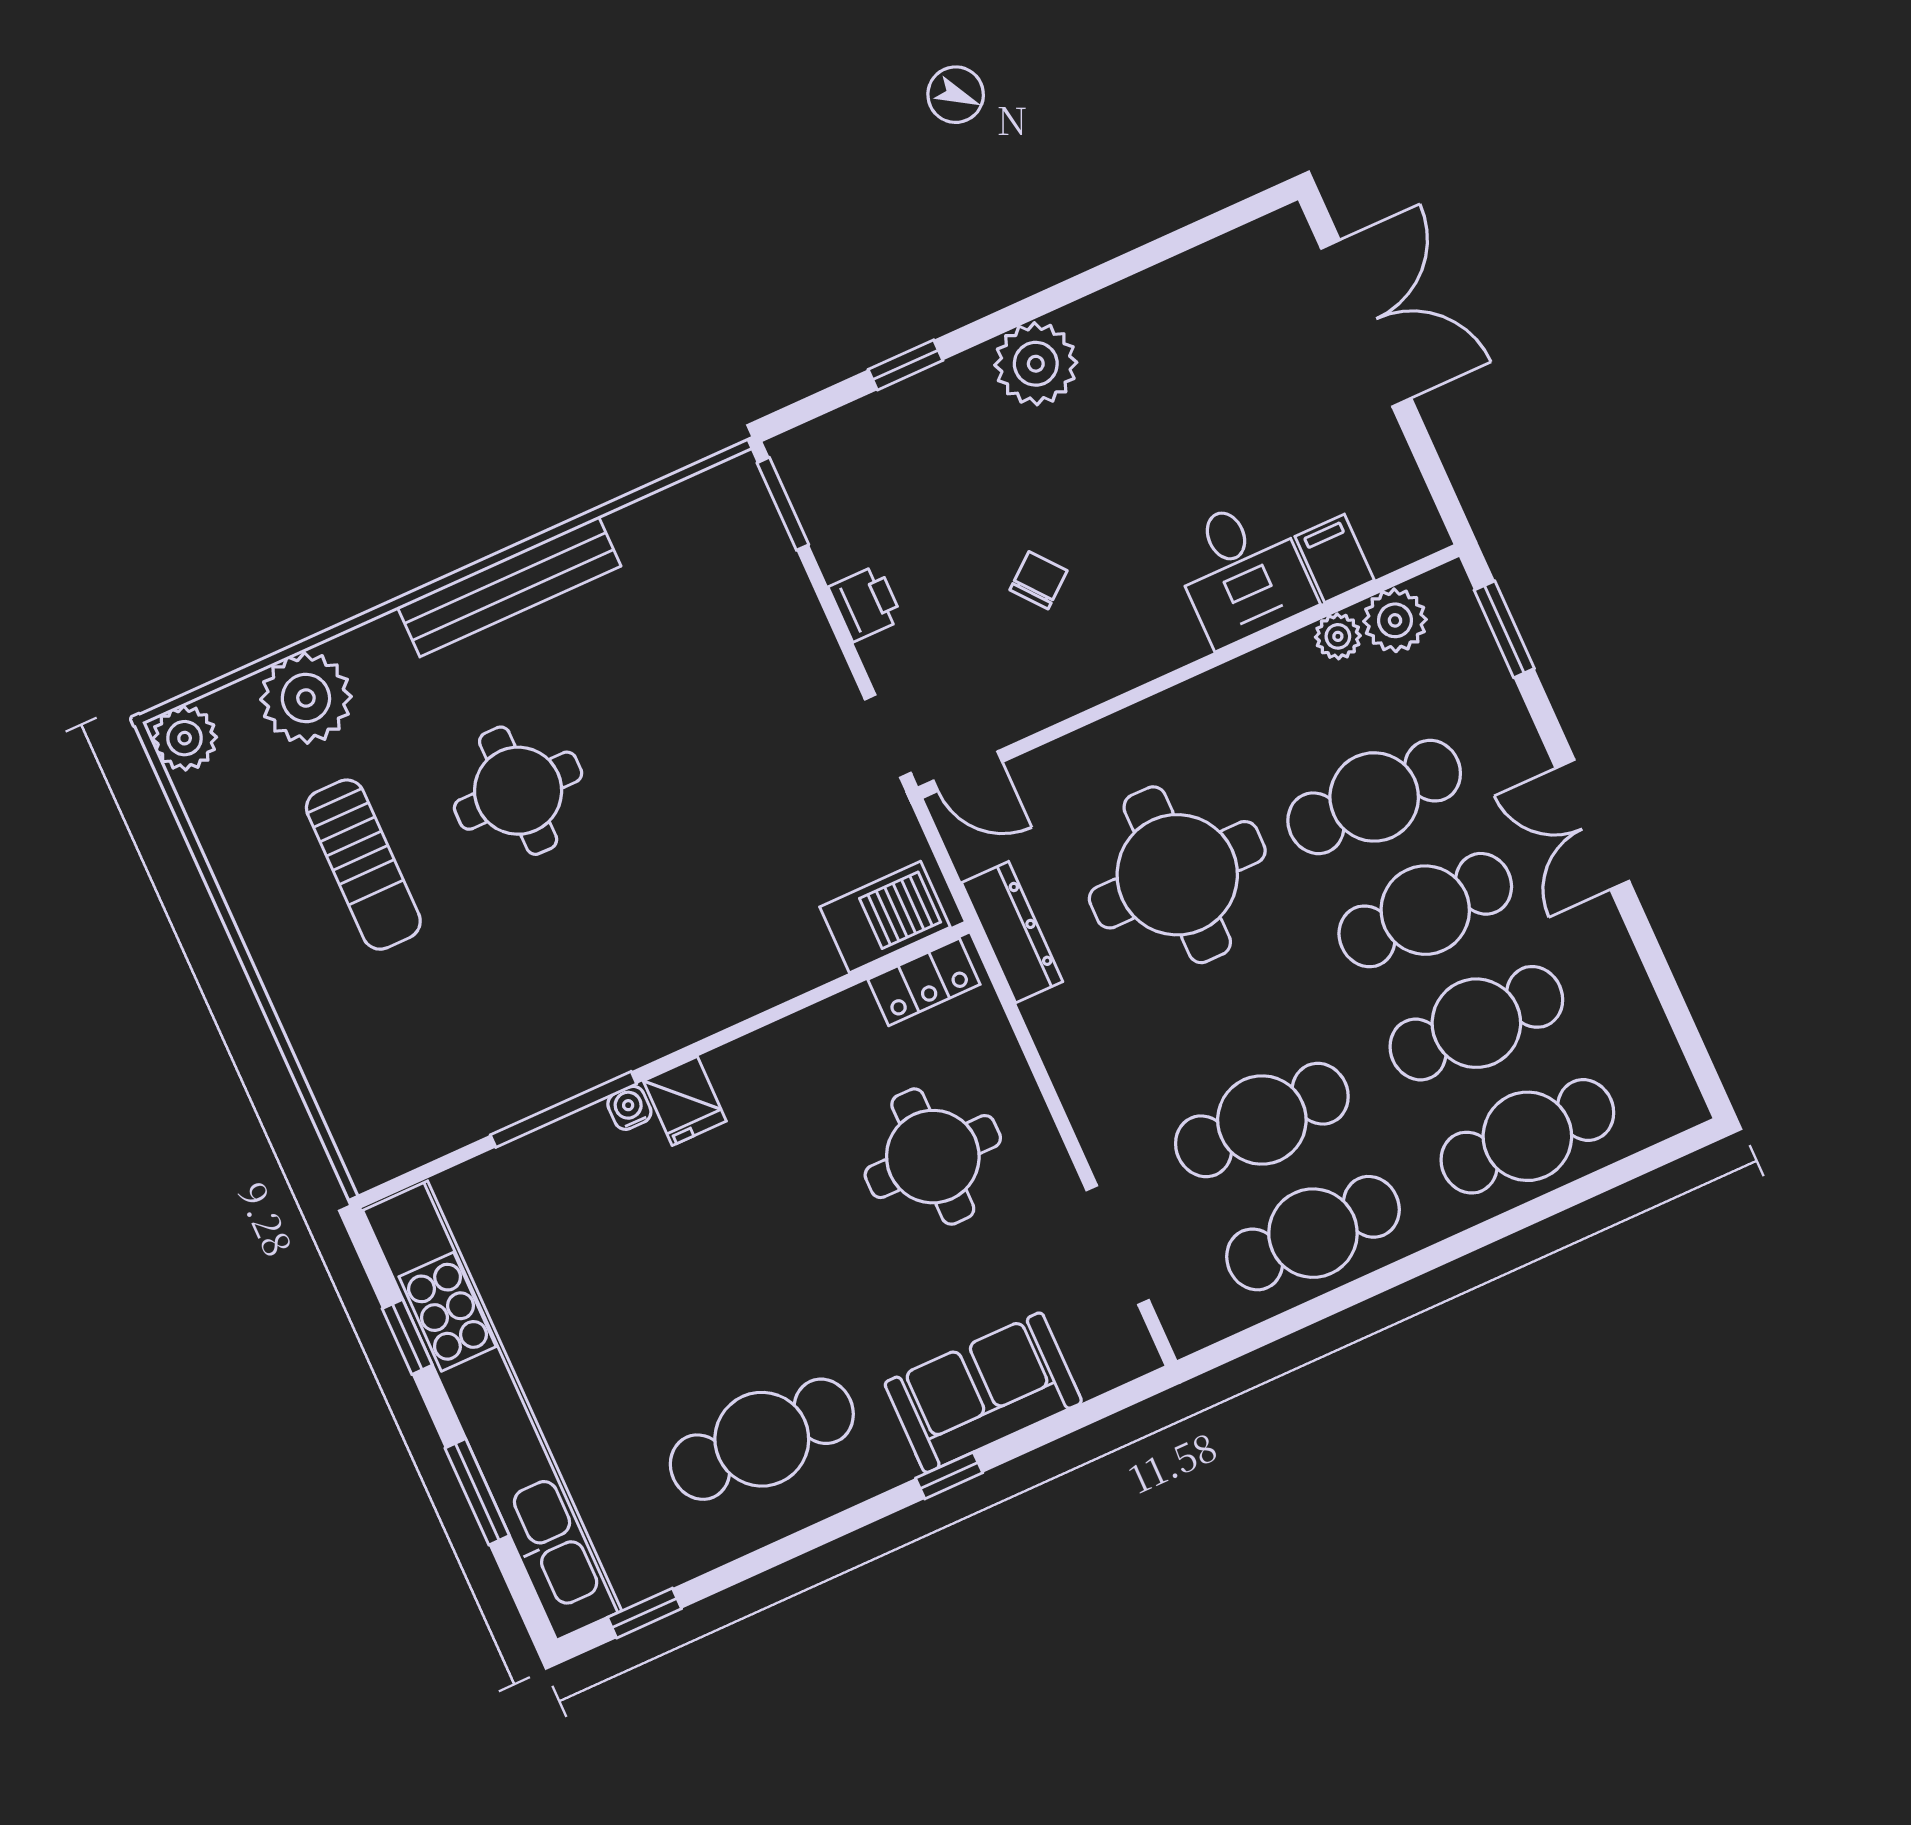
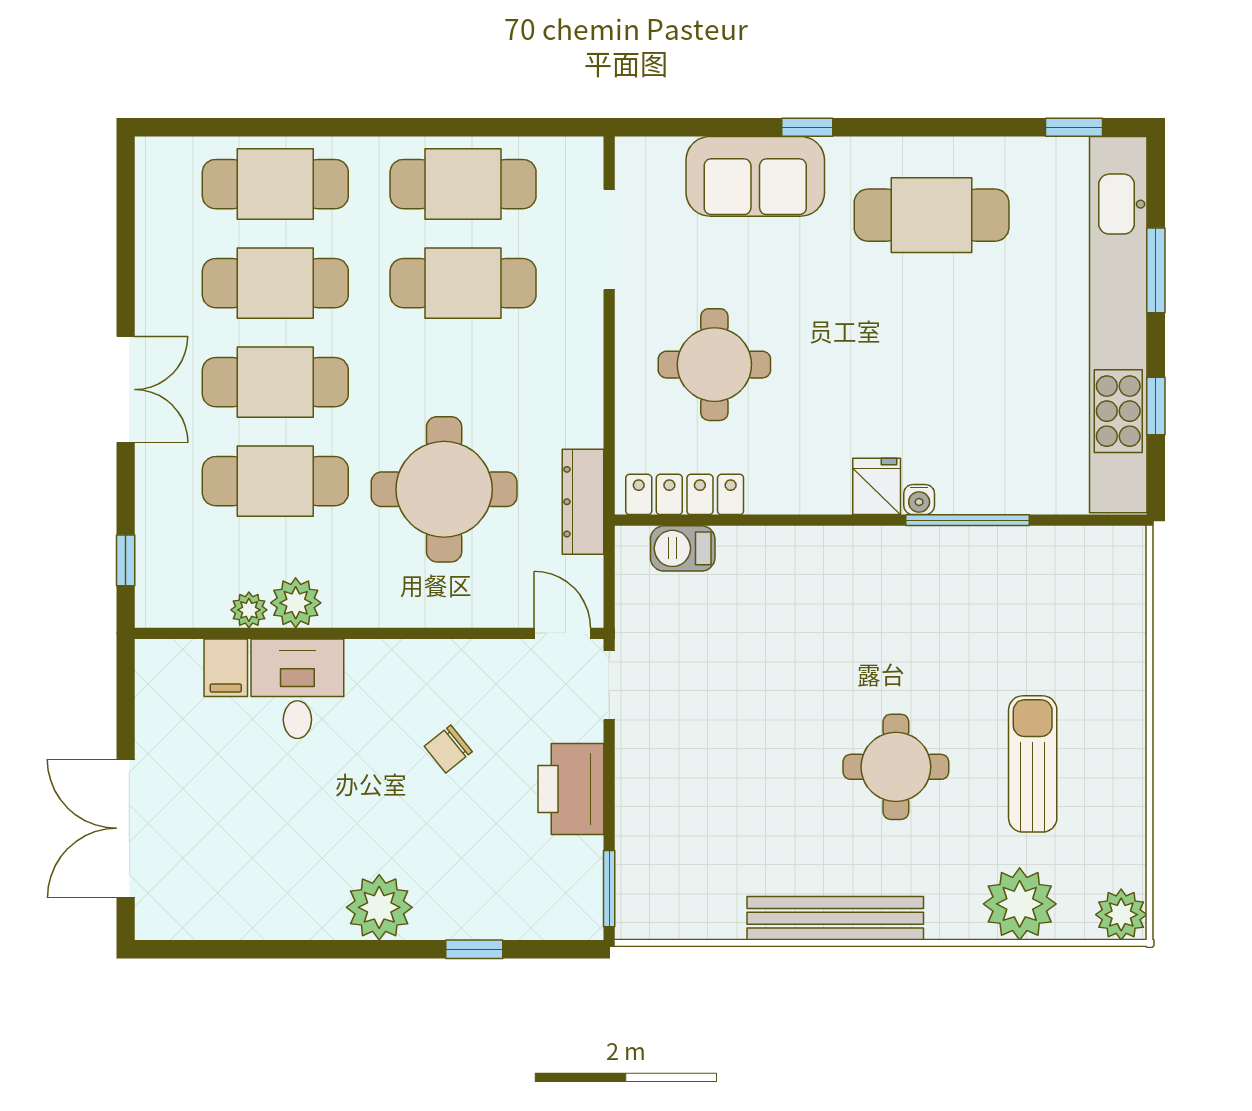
printer: (866, 603) -> (571, 789), width x1.87, depth x1.48
plant: (1395, 620) -> (296, 603), moved
window: (1504, 629) -> (126, 560), width x0.67
barbecue: (885, 917) -> (683, 548), width x0.73, depth x0.79
locker: (924, 982) -> (685, 494), width x1.53

